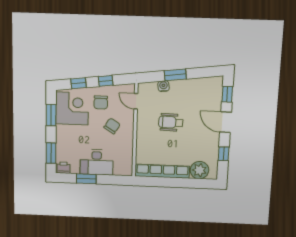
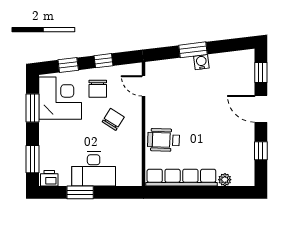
water cooler: (163, 86) -> (201, 62), moved
wheelchair: (171, 122) -> (164, 140), moved
plant: (199, 170) -> (225, 180), width x0.53, depth x0.53

